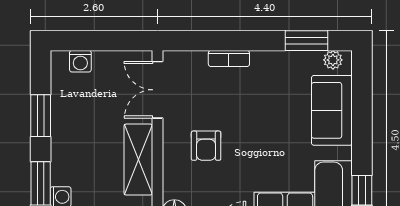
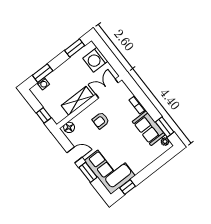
washing machine: (80, 61) -> (95, 60), width x1.89, depth x1.89
sofa: (332, 110) -> (149, 128), moved, turned -90
window: (41, 116) -> (75, 48), moved

